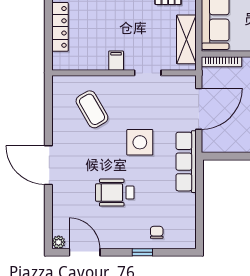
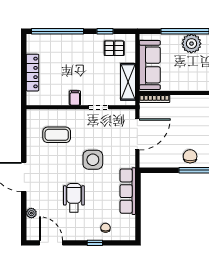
coffee table: (92, 109) -> (57, 135), turned -60
row of seats: (186, 162) -> (128, 191), moved
wheelchair: (115, 193) -> (74, 198), turned 90
plant: (59, 242) -> (31, 213), moved

